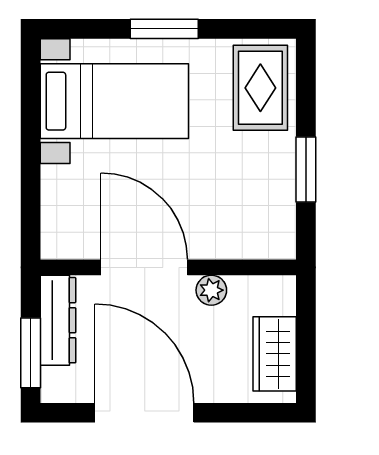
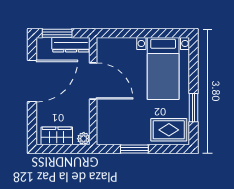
window: (164, 29) -> (194, 108), moved
door: (144, 267) -> (93, 81), hinge flipped
plant: (211, 290) -> (84, 139), moved

